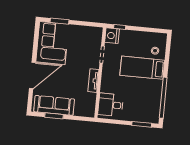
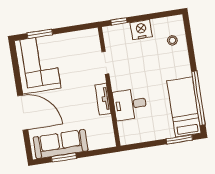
nightstand: (112, 36) -> (141, 30), moved, turned 90
bed: (142, 68) -> (184, 107), moved, turned 90
door: (32, 75) -> (23, 113), hinge flipped
desk: (111, 105) -> (130, 104), moved

